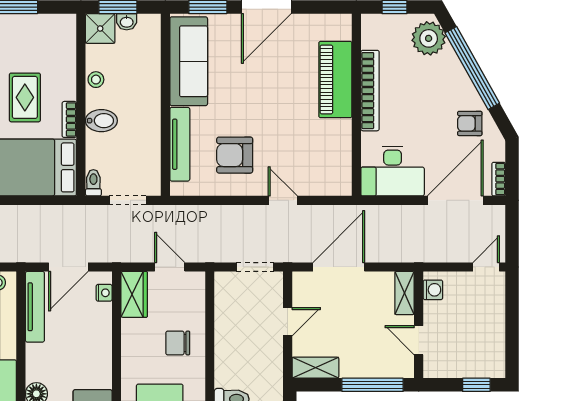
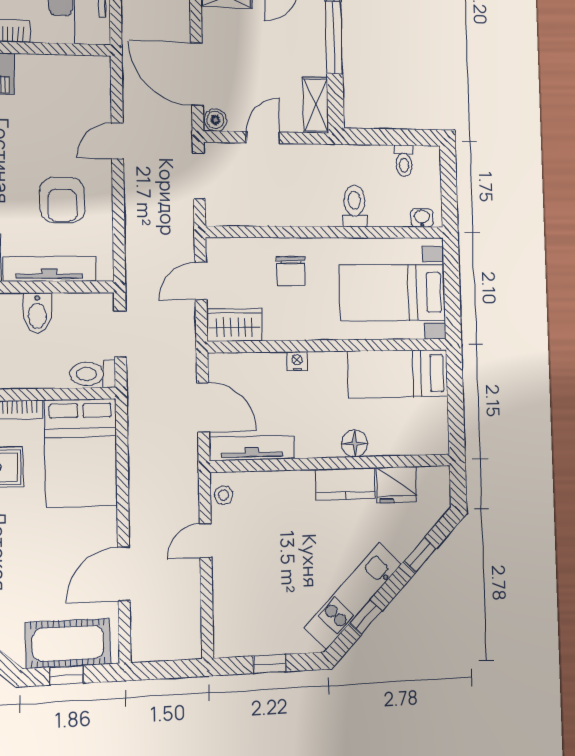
bidet: (101, 121) -> (37, 313), moved, turned 180
toilet: (93, 183) -> (93, 374), width x1.37, depth x1.39
boiler: (301, 282) -> (215, 120), added
nightstand: (104, 293) -> (297, 361), moved
door: (288, 322) -> (263, 138), hinge flipped

